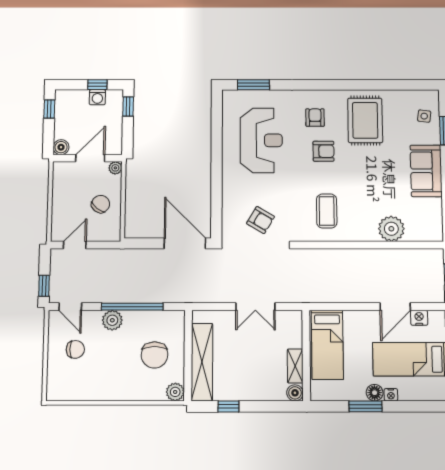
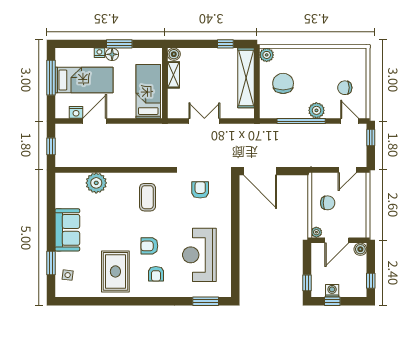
chair: (101, 204) -> (328, 203), turned -128
armchair: (260, 220) -> (200, 190), turned 59

